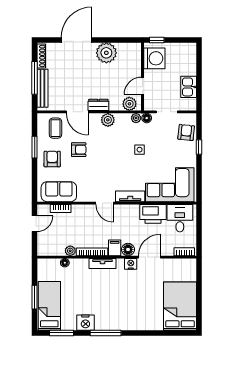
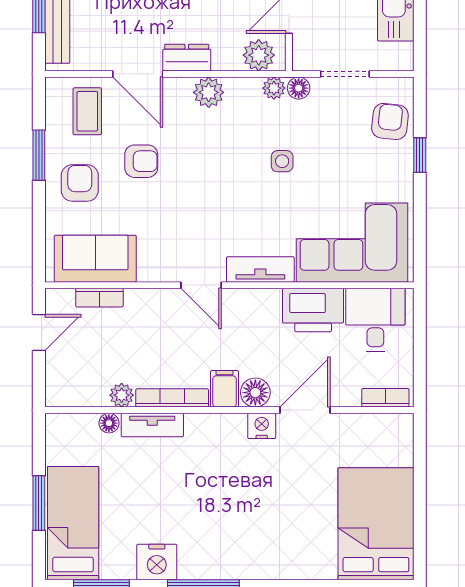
tv unit: (102, 264) -> (152, 425), moved

